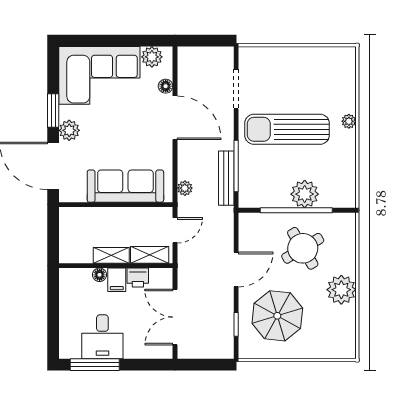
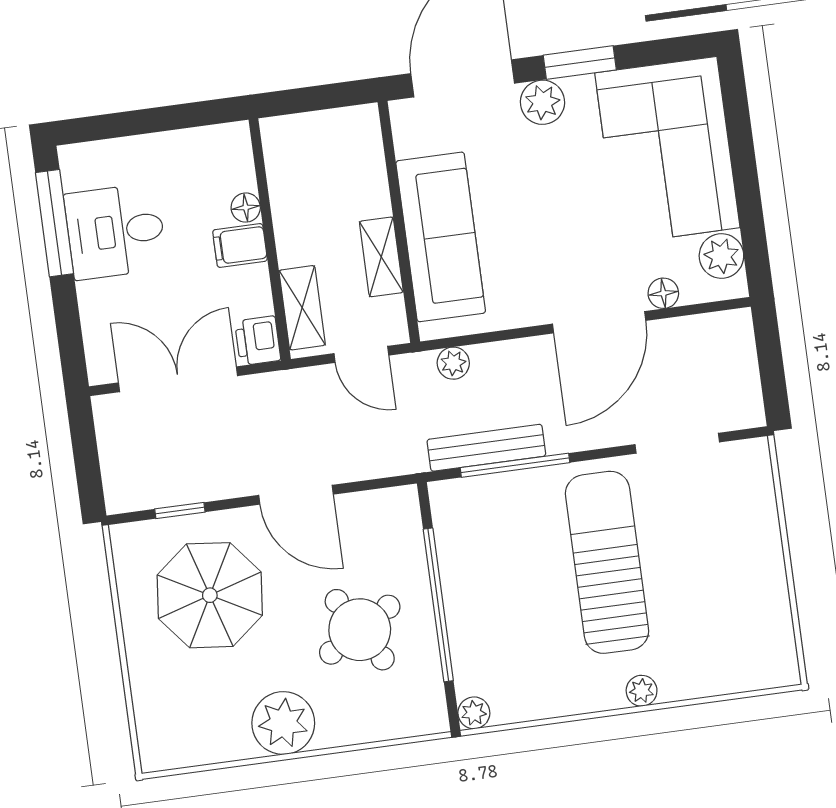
plant: (305, 194) -> (474, 713), moved, width x0.53, depth x0.53
shelving: (111, 255) -> (381, 257), moved
printer: (138, 278) -> (258, 341), moved

